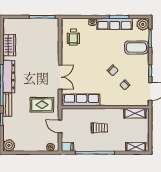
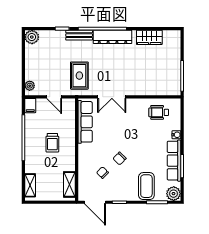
door: (60, 126) -> (54, 97), swing flipped

